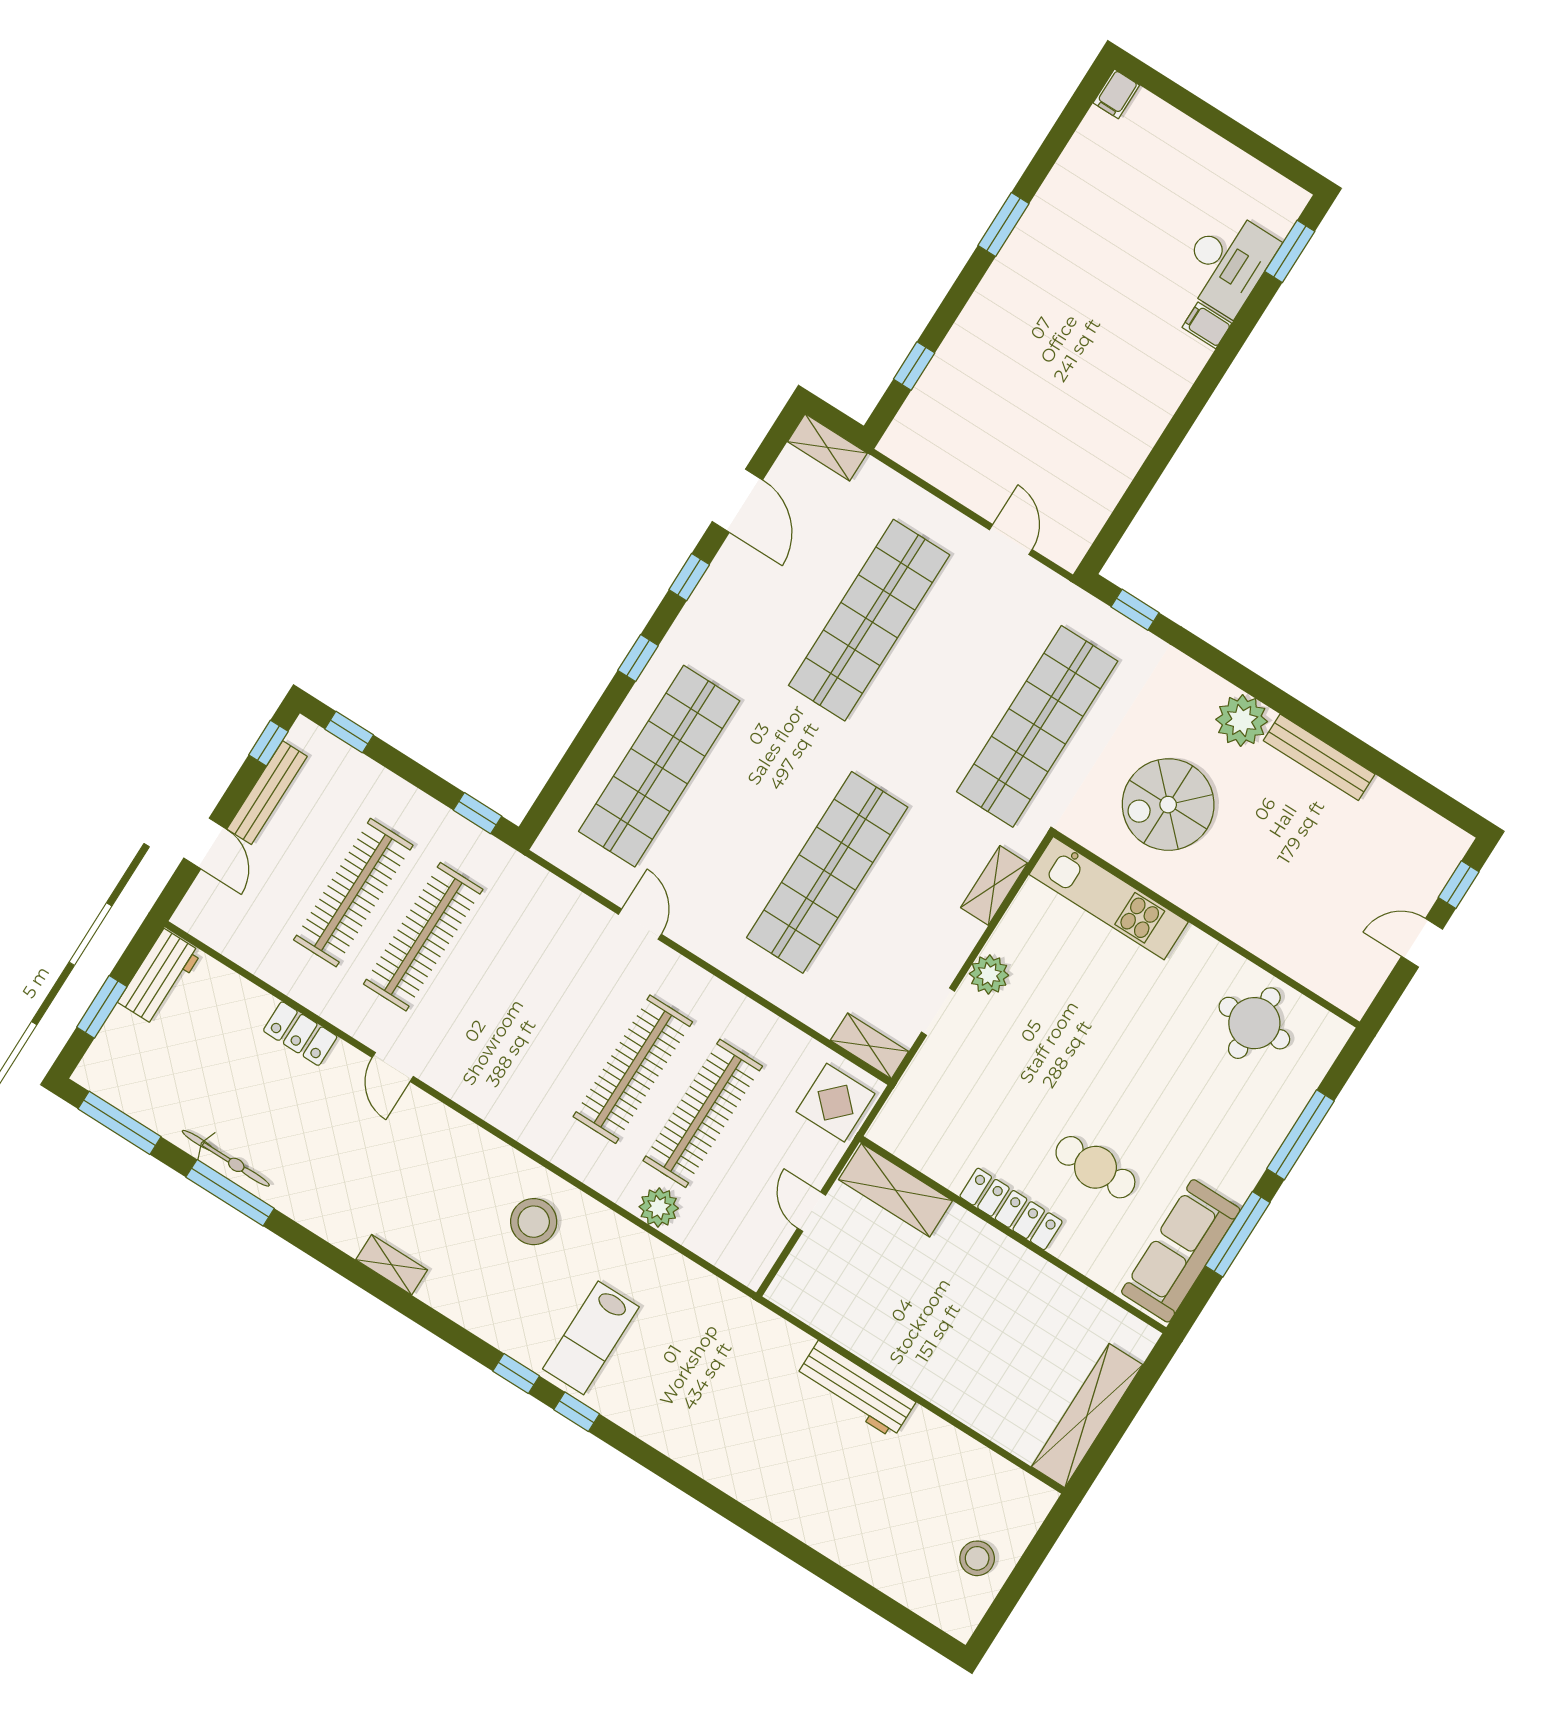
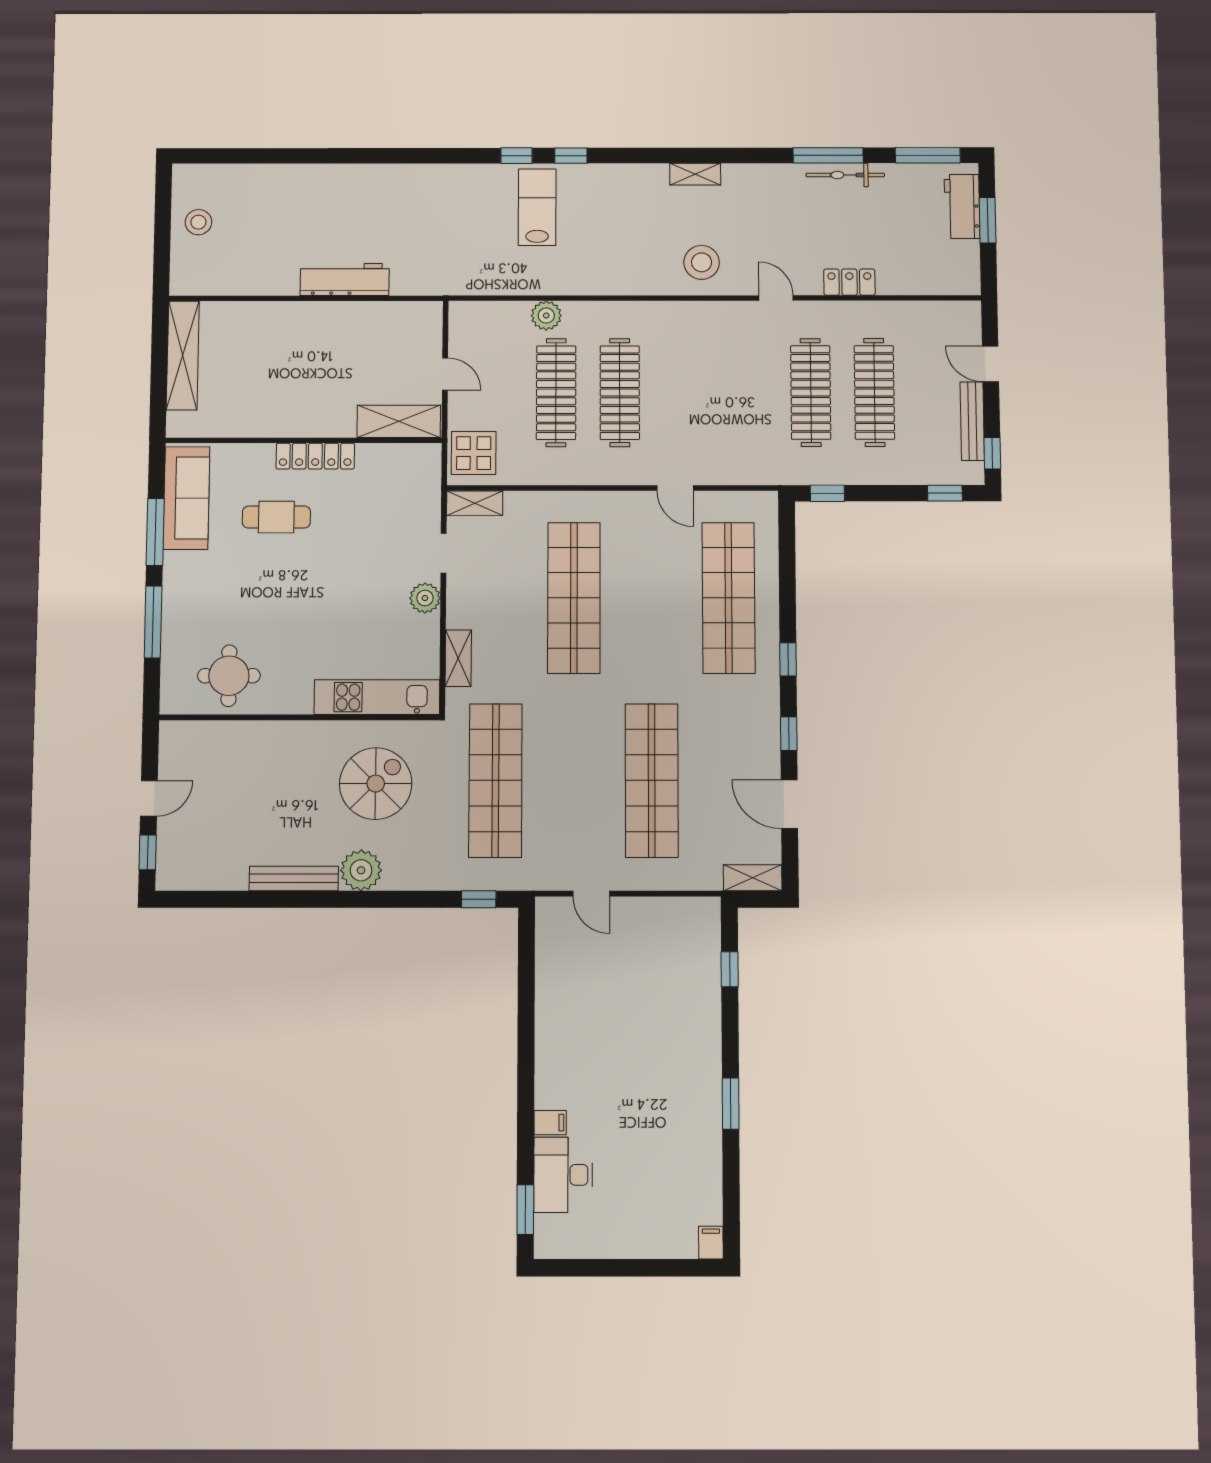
workbench: (160, 977) -> (962, 206), moved
stool: (534, 1222) -> (702, 262), moved

